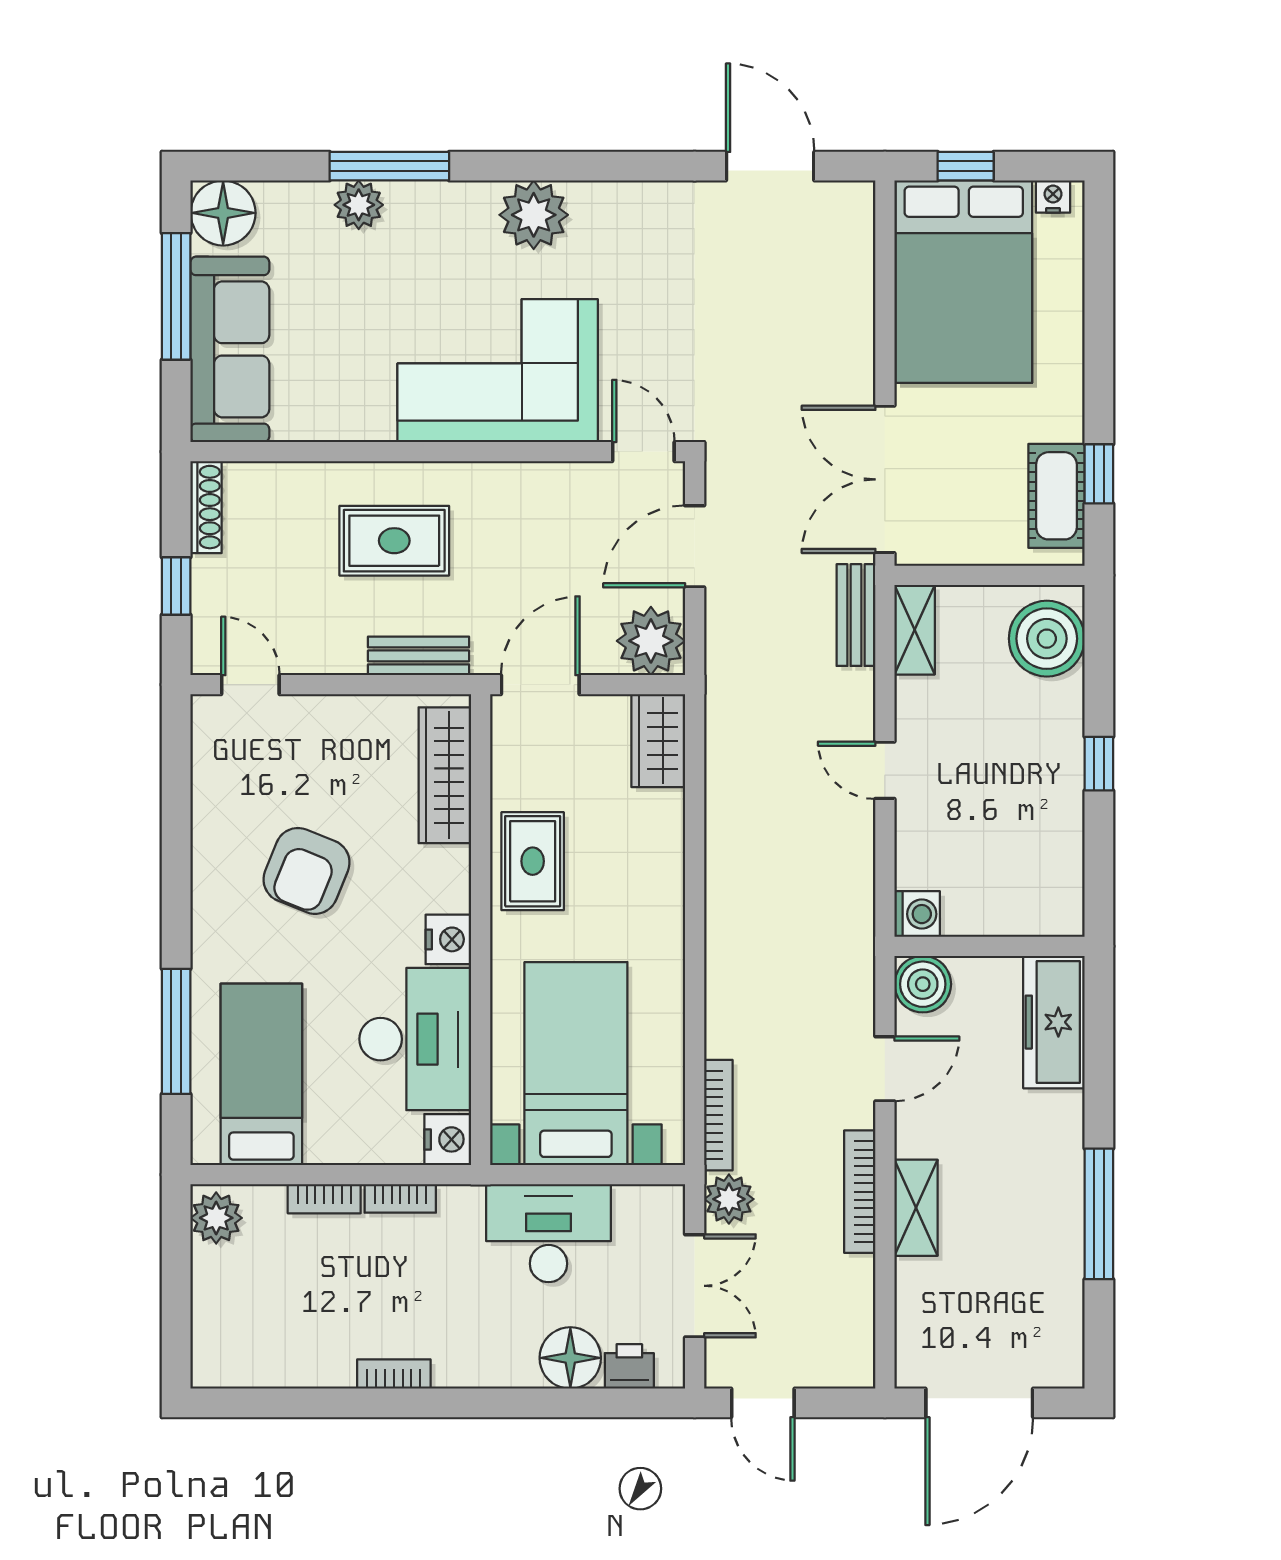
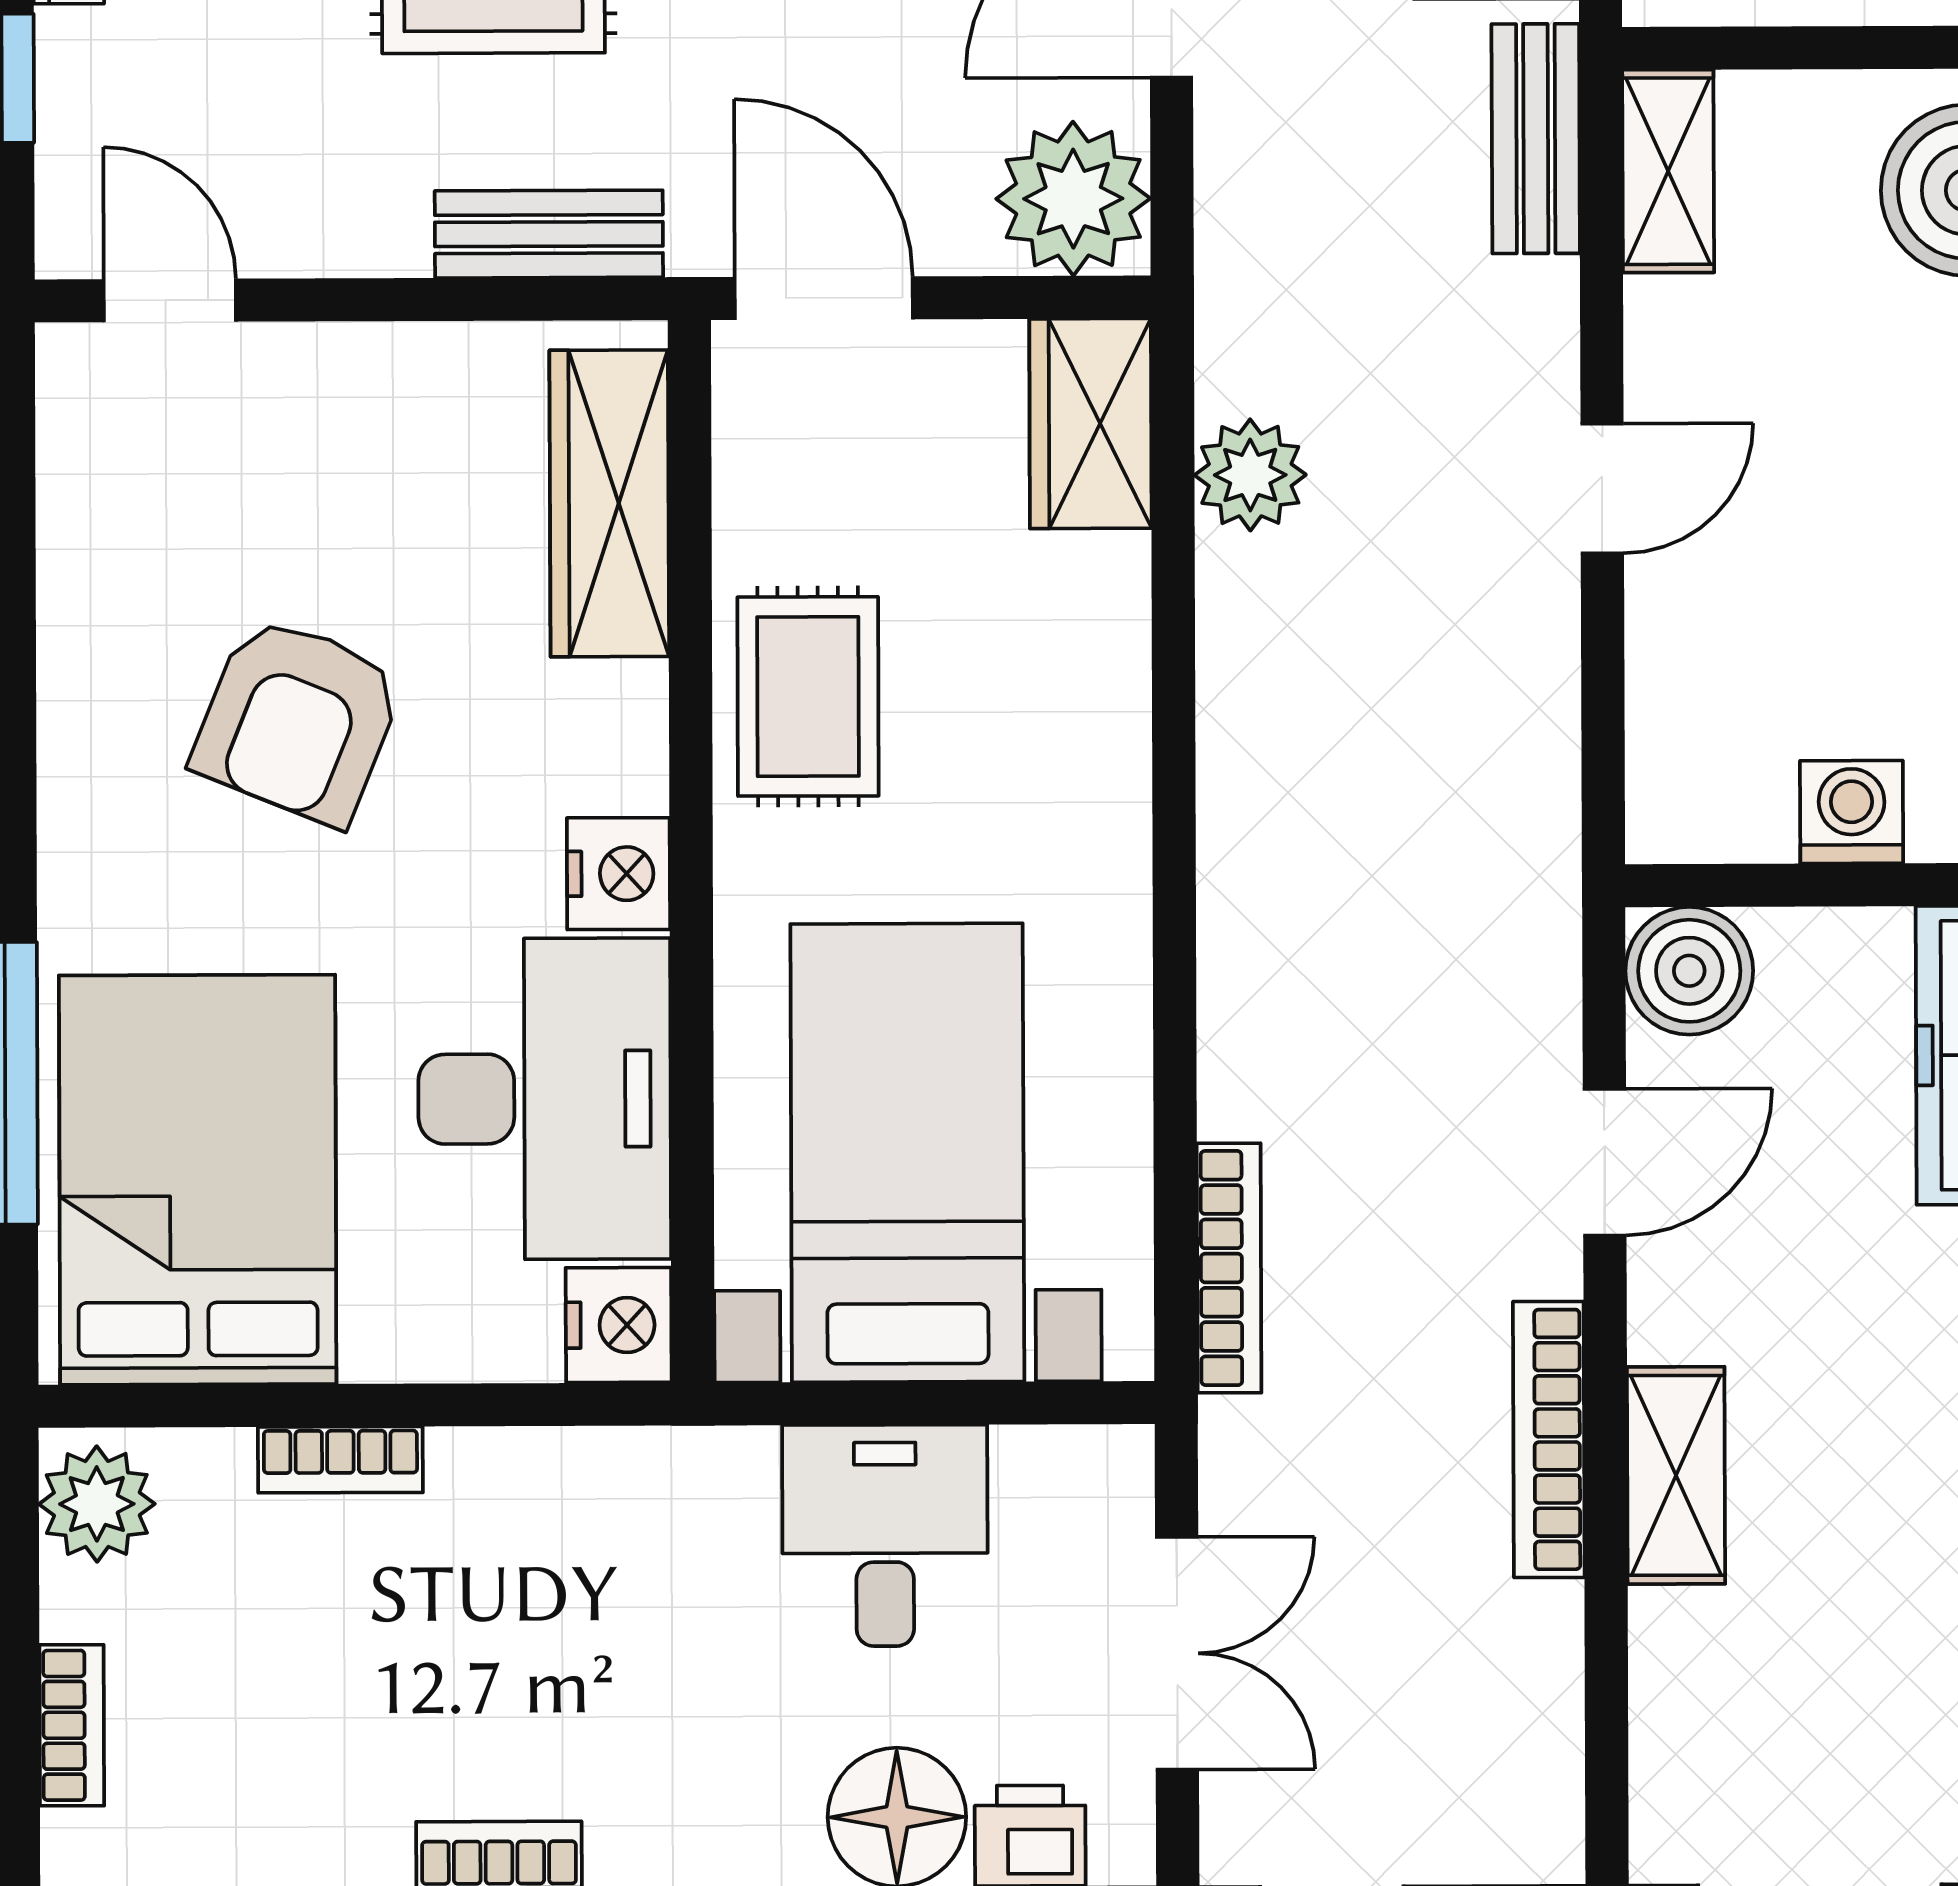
door: (540, 685) -> (824, 298), hinge flipped
door: (885, 770) -> (1602, 488), swing flipped
washing machine: (917, 914) -> (1852, 812), moved, turned -90
bed: (261, 1074) -> (198, 1180), width x1.50
bookcase: (400, 1198) -> (72, 1725), moved, turned -90
plant: (729, 1199) -> (1250, 475), moved
desk: (549, 1233) -> (885, 1535), width x0.73

